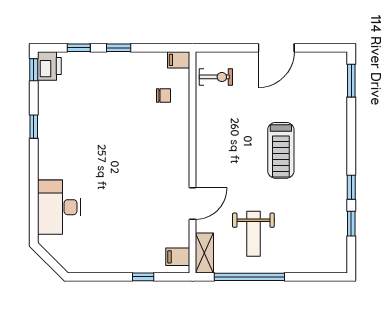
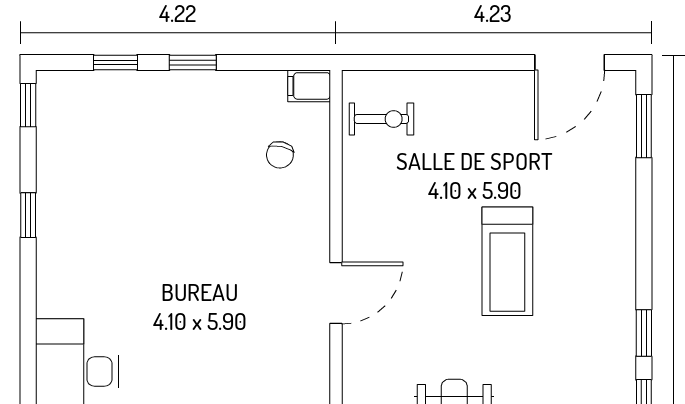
door: (276, 48) -> (570, 62), moved
printer: (49, 66) -> (58, 98), removed
chair: (164, 95) -> (280, 155), turned 103
door: (192, 203) -> (336, 293), moved

